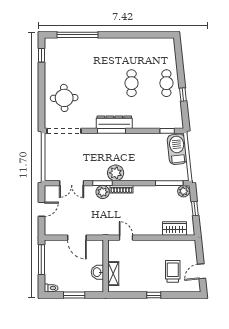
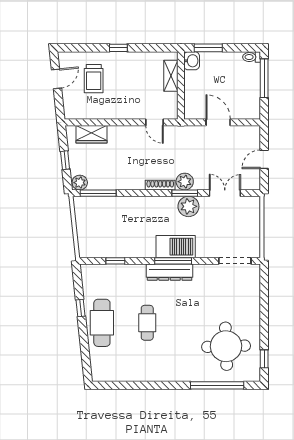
cafe table: (166, 83) -> (102, 323), width x1.37, depth x1.35
round table: (64, 98) -> (226, 346), moved, width x1.36, depth x1.36
doorway: (64, 131) -> (235, 261), width x0.73
window: (167, 131) -> (115, 261), moved
barbecue: (177, 149) -> (176, 247), moved, turned -84
plant: (116, 173) -> (188, 206), moved
window: (41, 260) -> (264, 78), moved
washbasin: (97, 272) -> (192, 61), moved
window: (74, 295) -> (208, 48), moved

